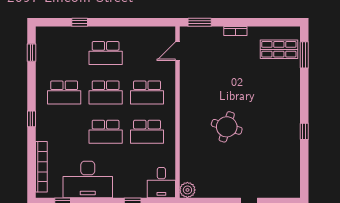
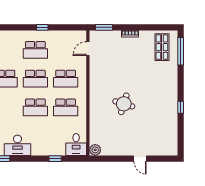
window: (80, 22) -> (42, 27), moved
shop shelf: (279, 49) -> (162, 47), turned 90
window: (304, 55) -> (181, 51), width x1.44
desk: (88, 179) -> (17, 145), width x0.73, depth x0.77

